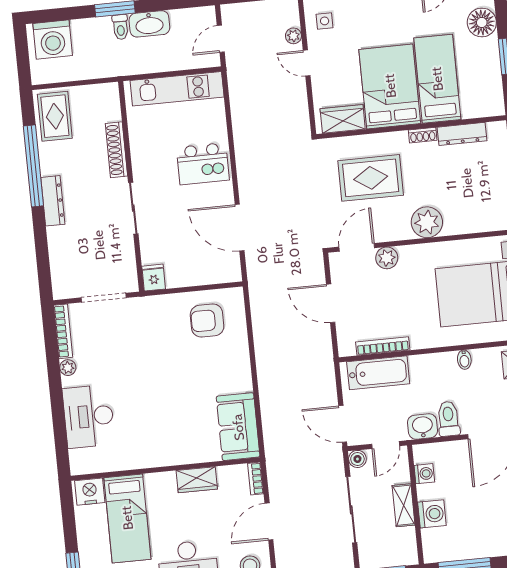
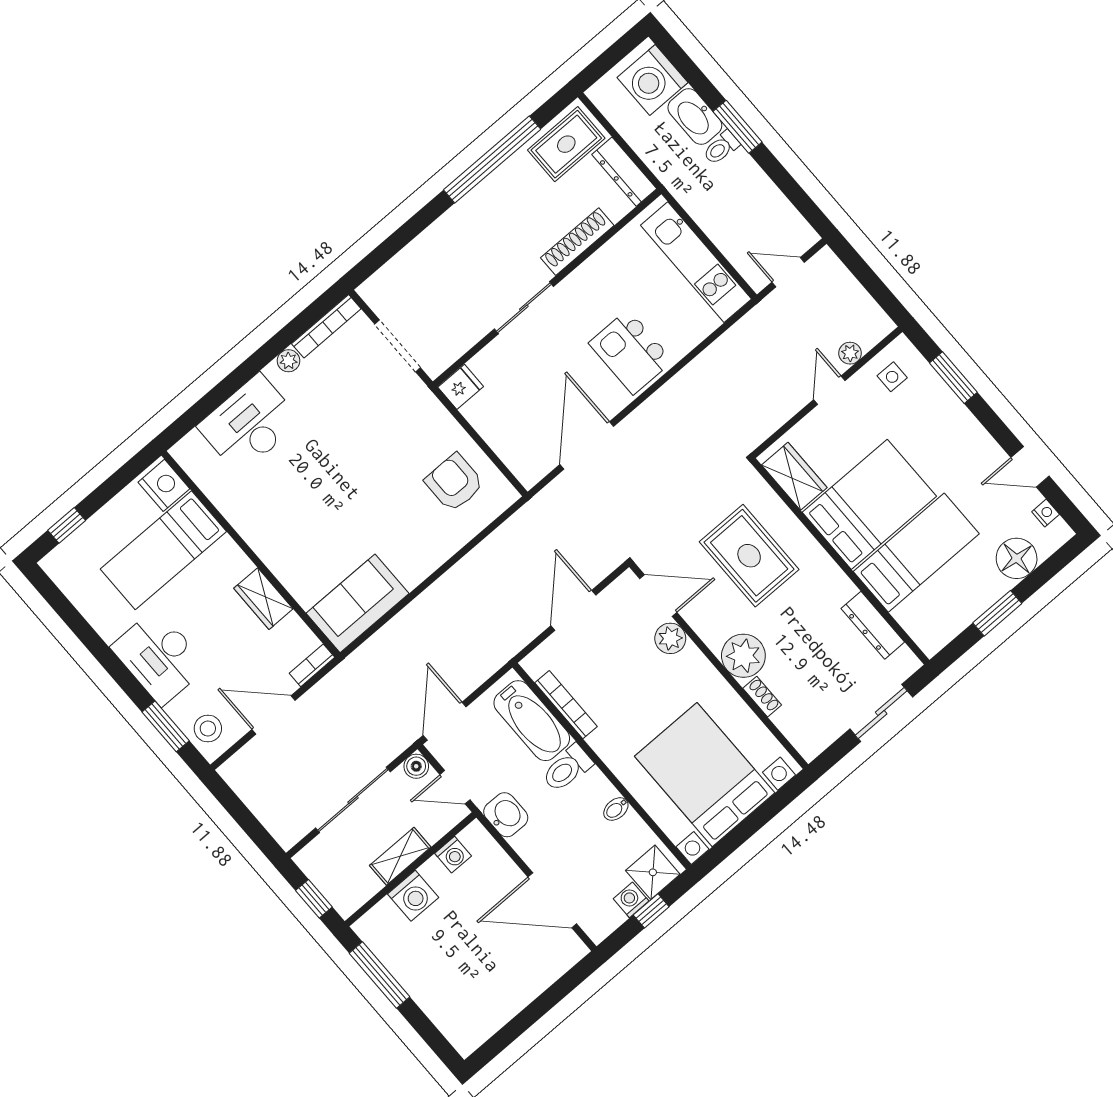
washbasin: (149, 24) -> (695, 117), moved
shoe rack: (423, 135) -> (762, 697), moved, turned 180
dresser: (53, 201) -> (624, 172), moved, turned 90
toilet: (448, 419) -> (567, 768), moved, turned 180

